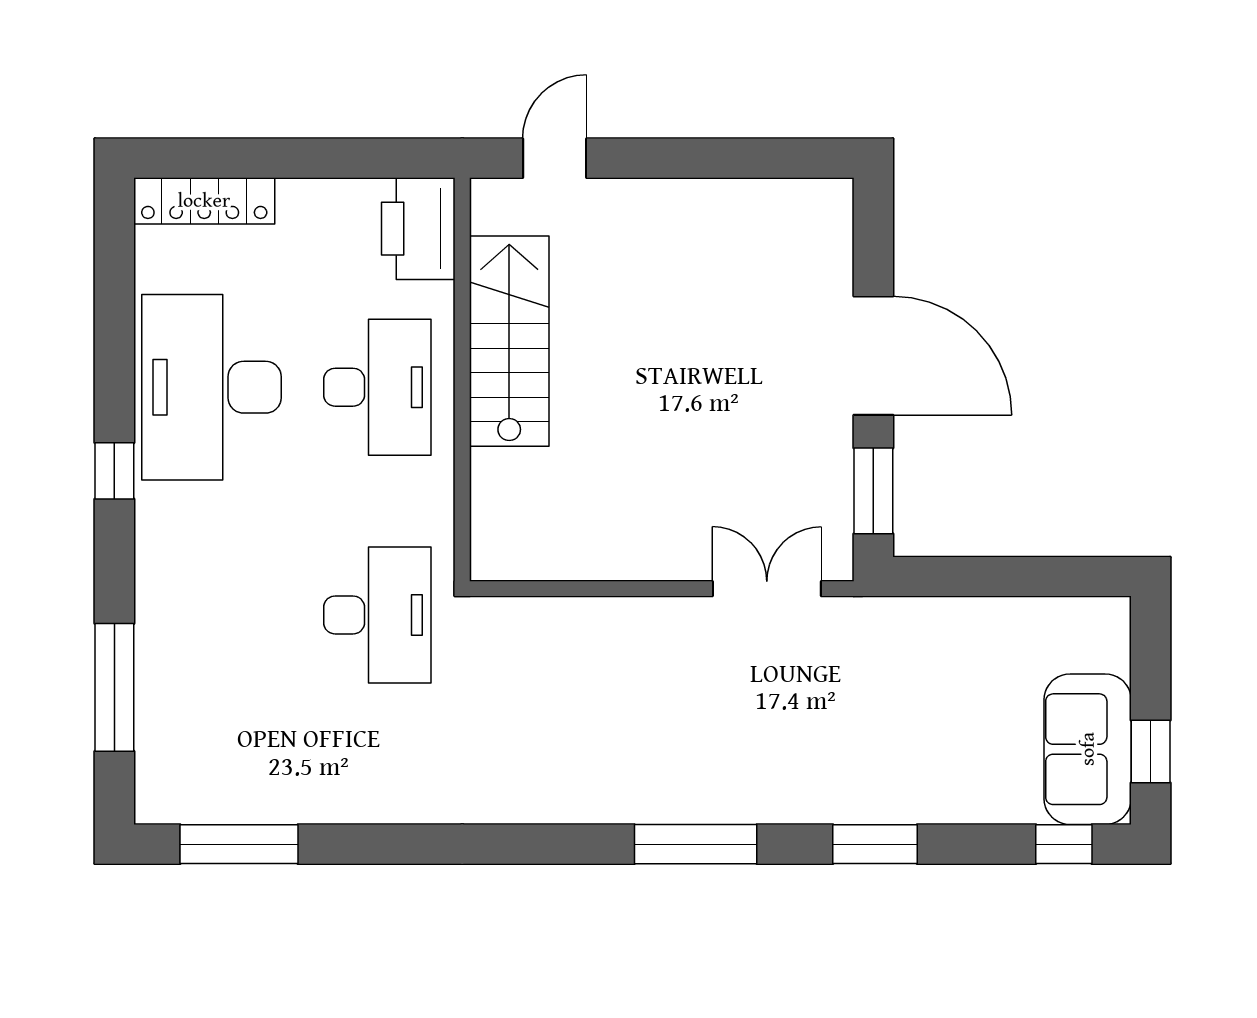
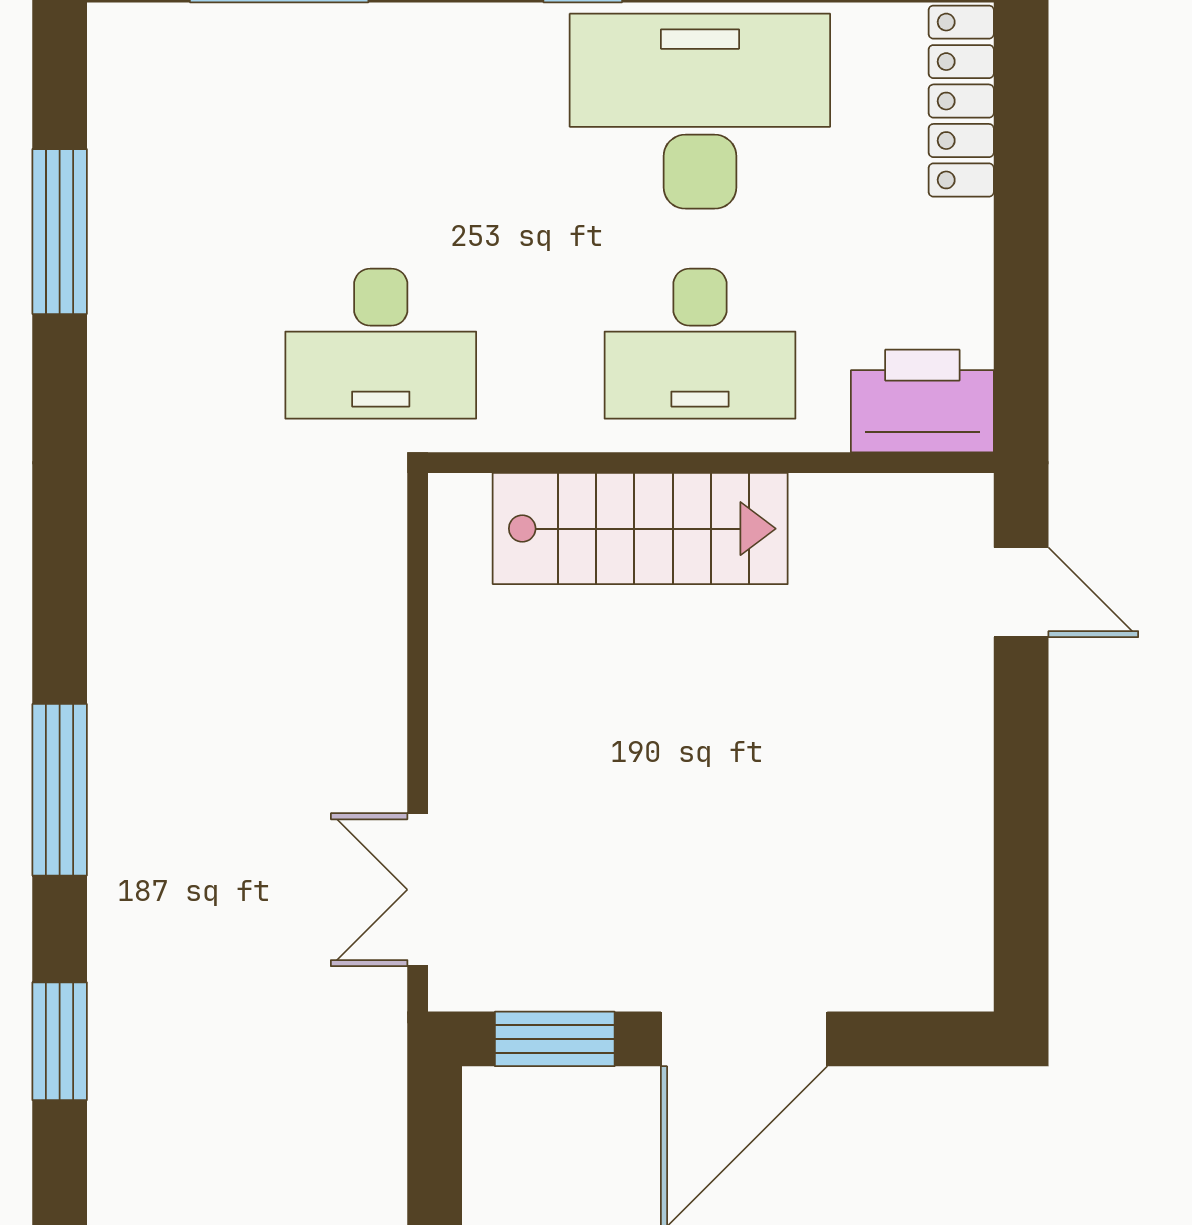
stairs: (509, 341) -> (640, 529), moved
double door: (767, 589) -> (418, 890), swing flipped
window: (239, 844) -> (60, 232), moved

